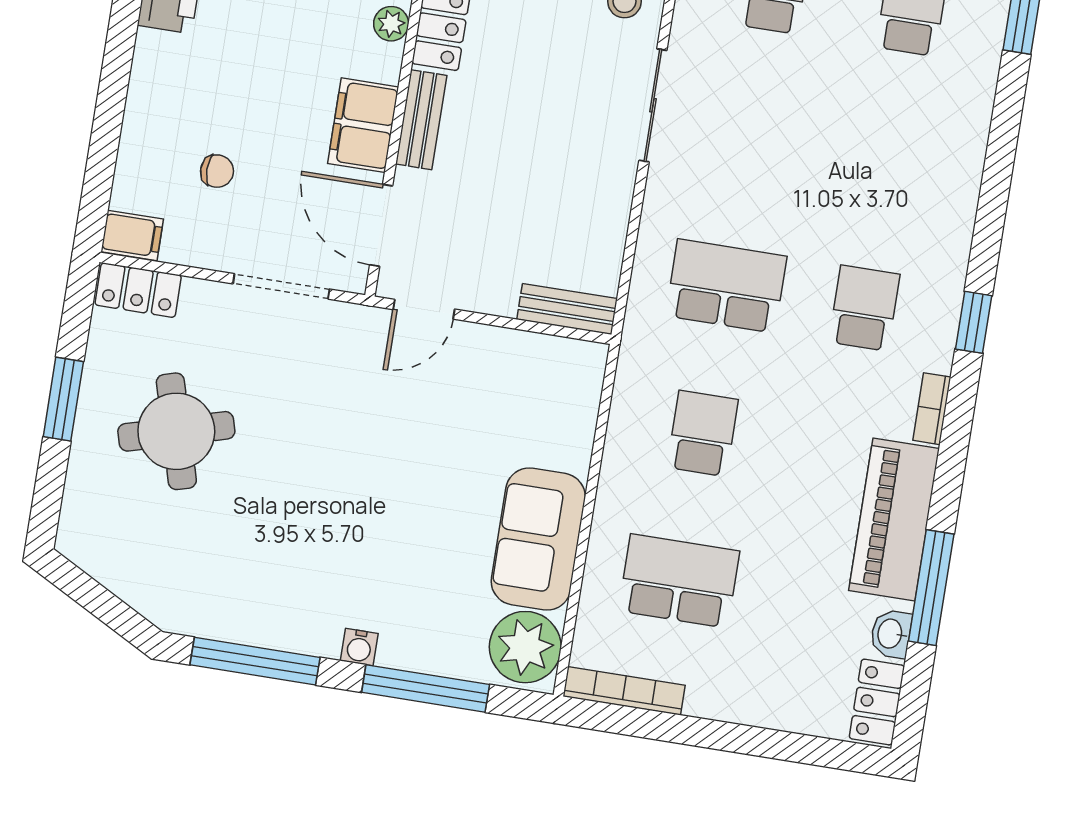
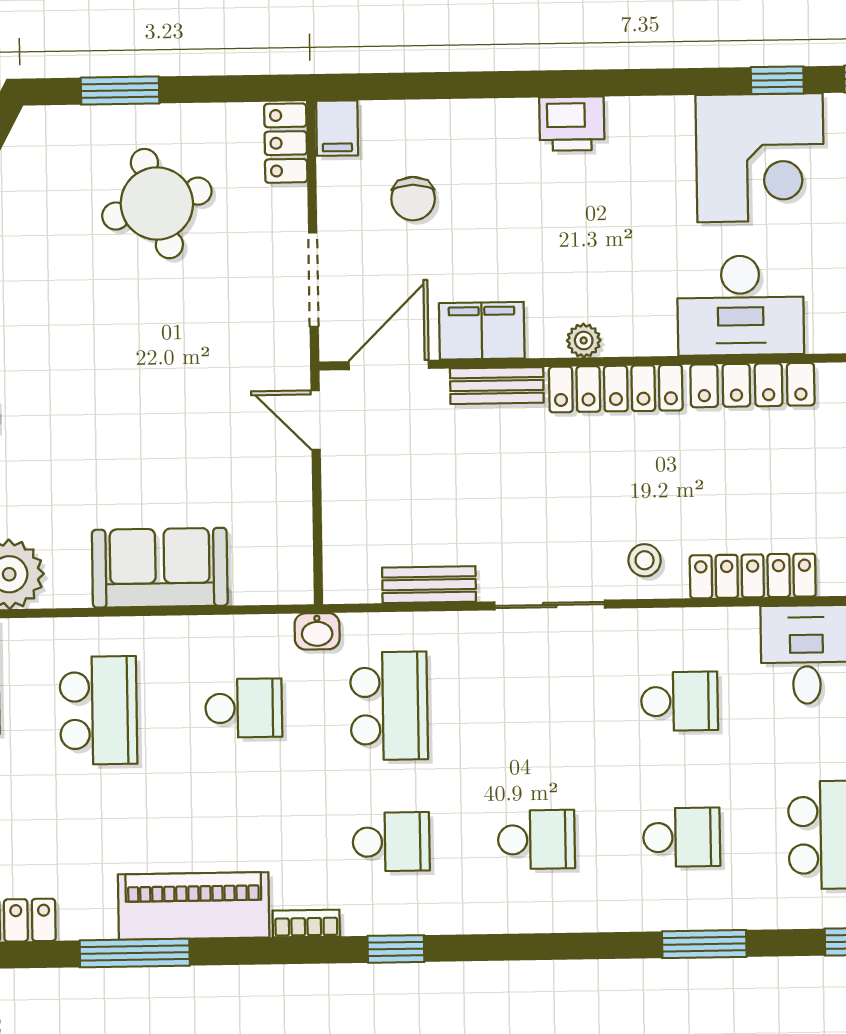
school desk: (888, 161) -> (536, 840), added
chair: (217, 171) -> (413, 199), width x1.37, depth x1.37
bench: (567, 309) -> (429, 585), moved, turned 90
window: (63, 399) -> (120, 91), moved
sofa: (538, 539) -> (160, 568), moved
washbasin: (891, 634) -> (317, 631), moved, turned 180

